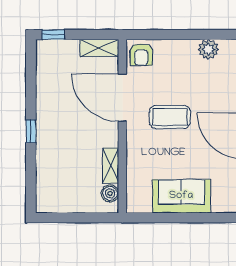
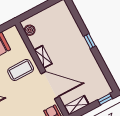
coffee table: (170, 117) -> (21, 70), moved
shelving: (111, 166) -> (43, 57), moved

